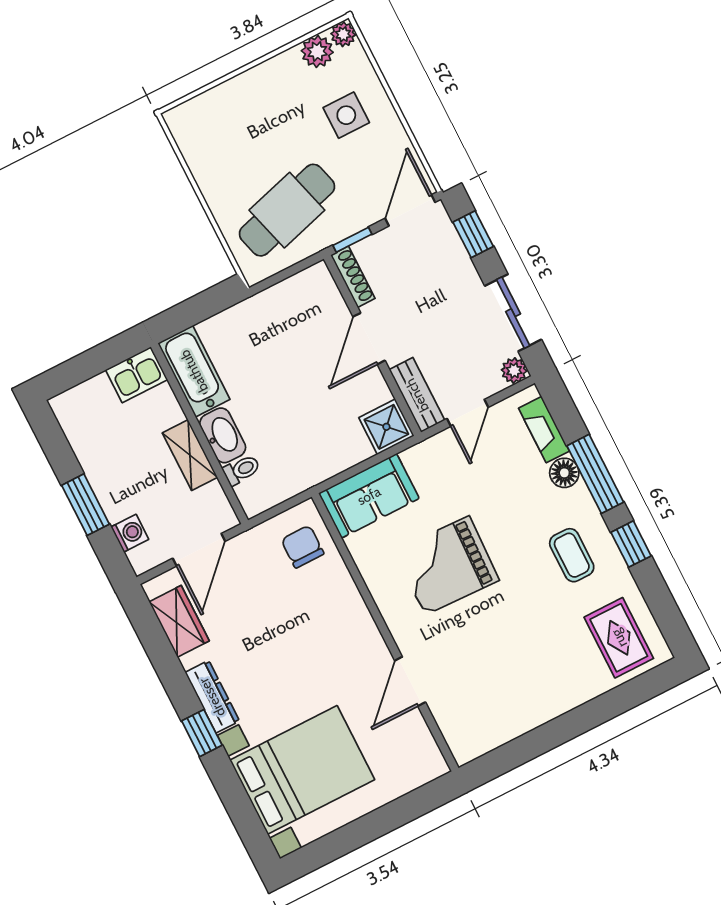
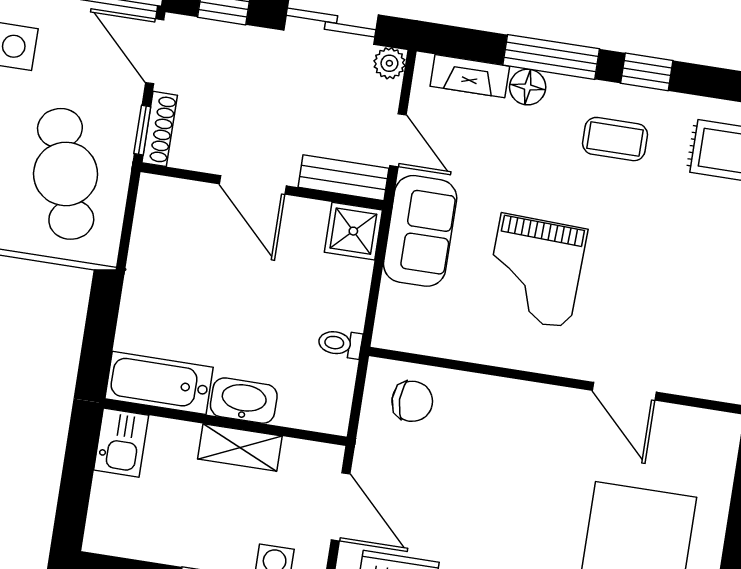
shoe rack: (353, 277) -> (160, 129), moved, turned 90
toilet: (242, 470) -> (340, 343), moved, turned -90
sofa: (369, 496) -> (420, 231), moved
chair: (302, 547) -> (412, 401), turned 180

